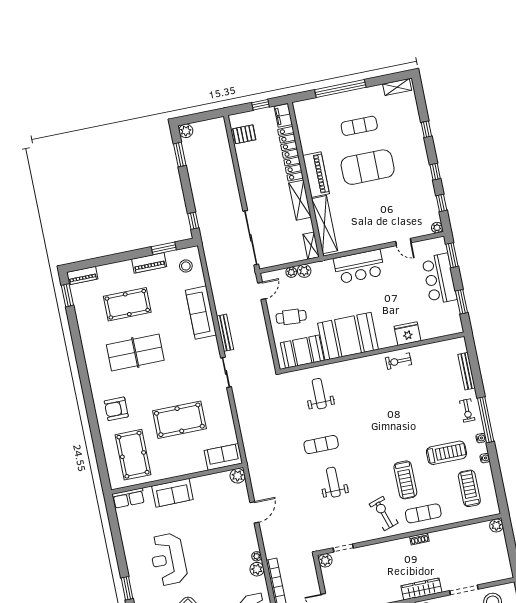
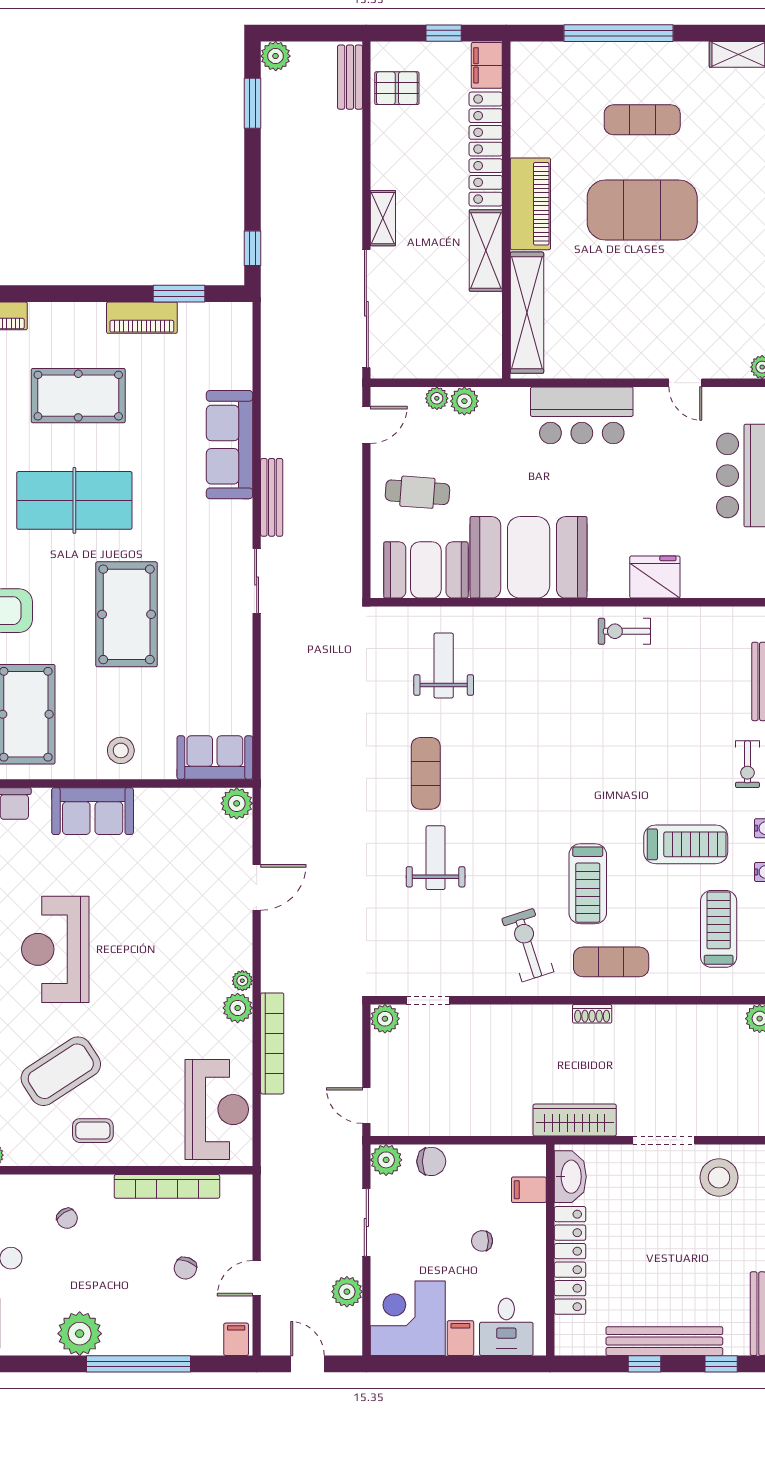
bench: (222, 134) -> (350, 77), added
shelving: (311, 246) -> (383, 218), moved
stool: (186, 266) -> (121, 750), moved
pool table: (179, 420) -> (127, 614), moved, turned 90
exercise mat: (321, 445) -> (426, 773), turned 90

